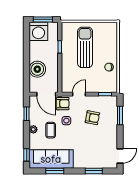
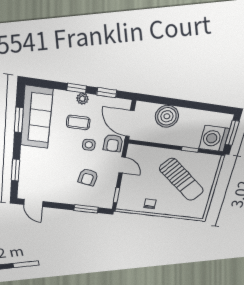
washing machine: (38, 31) -> (214, 139), moved
sun lounger: (85, 47) -> (182, 180), turned 39
door: (46, 94) -> (130, 124), hinge flipped
window: (27, 155) -> (77, 88), moved

